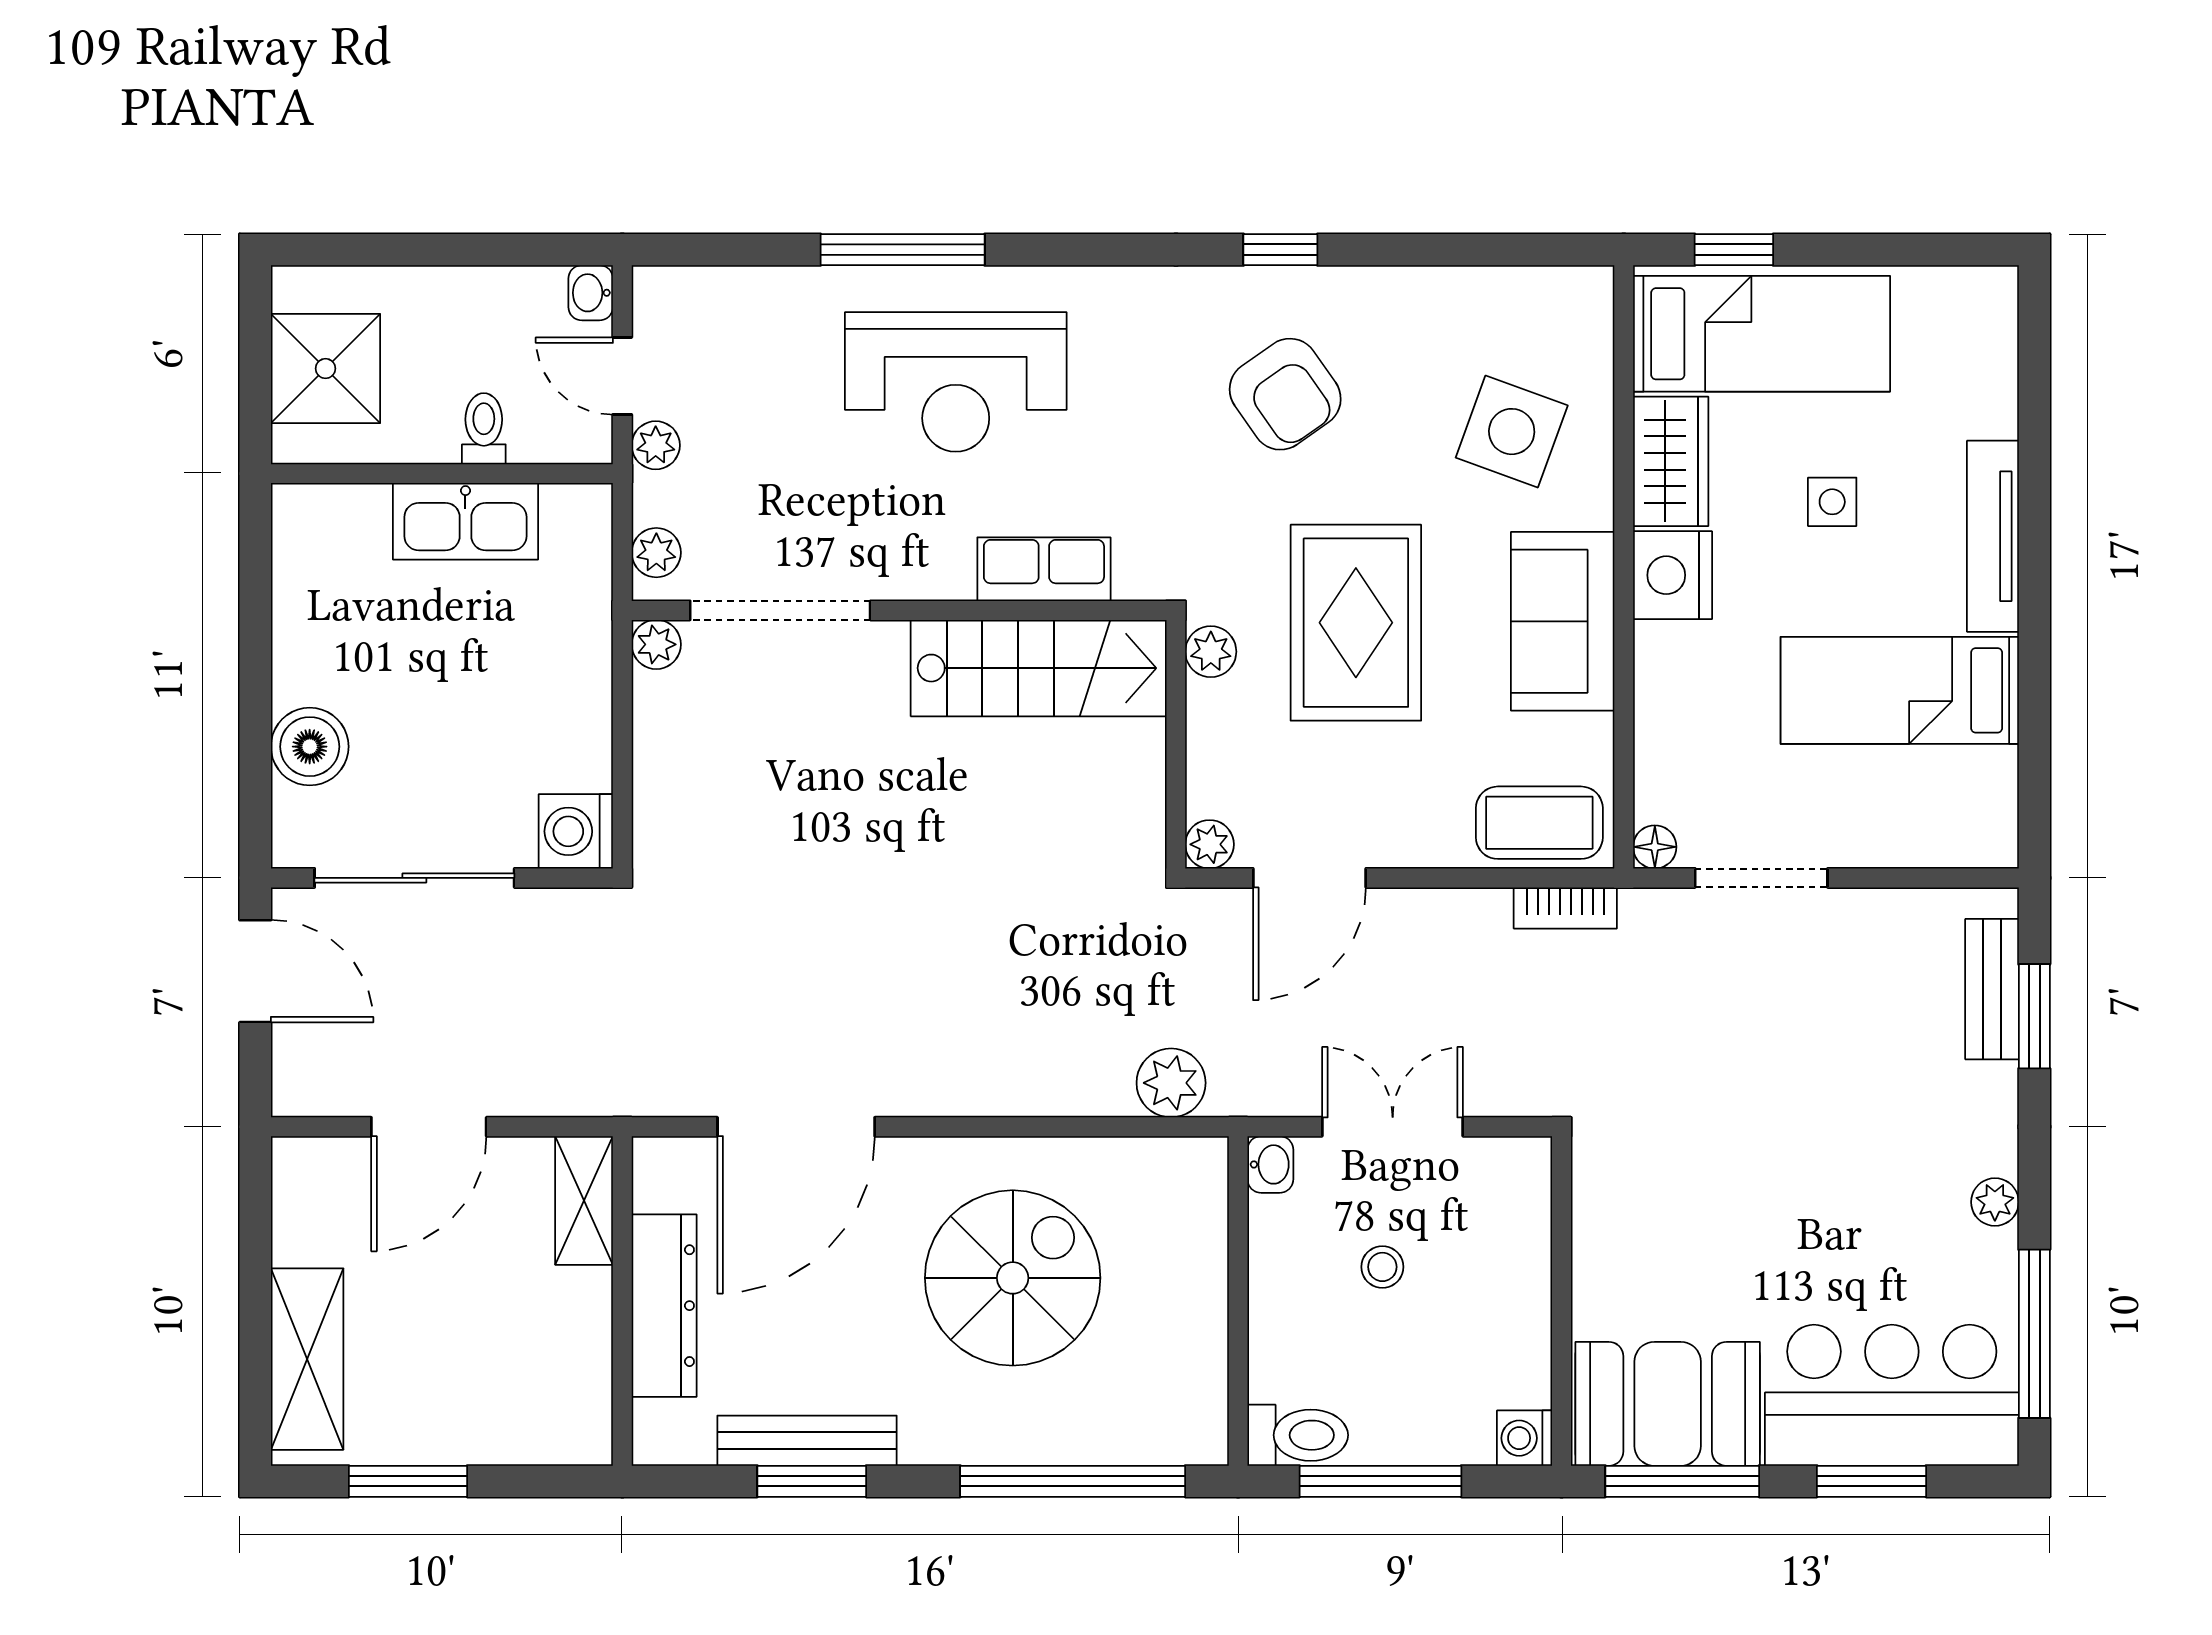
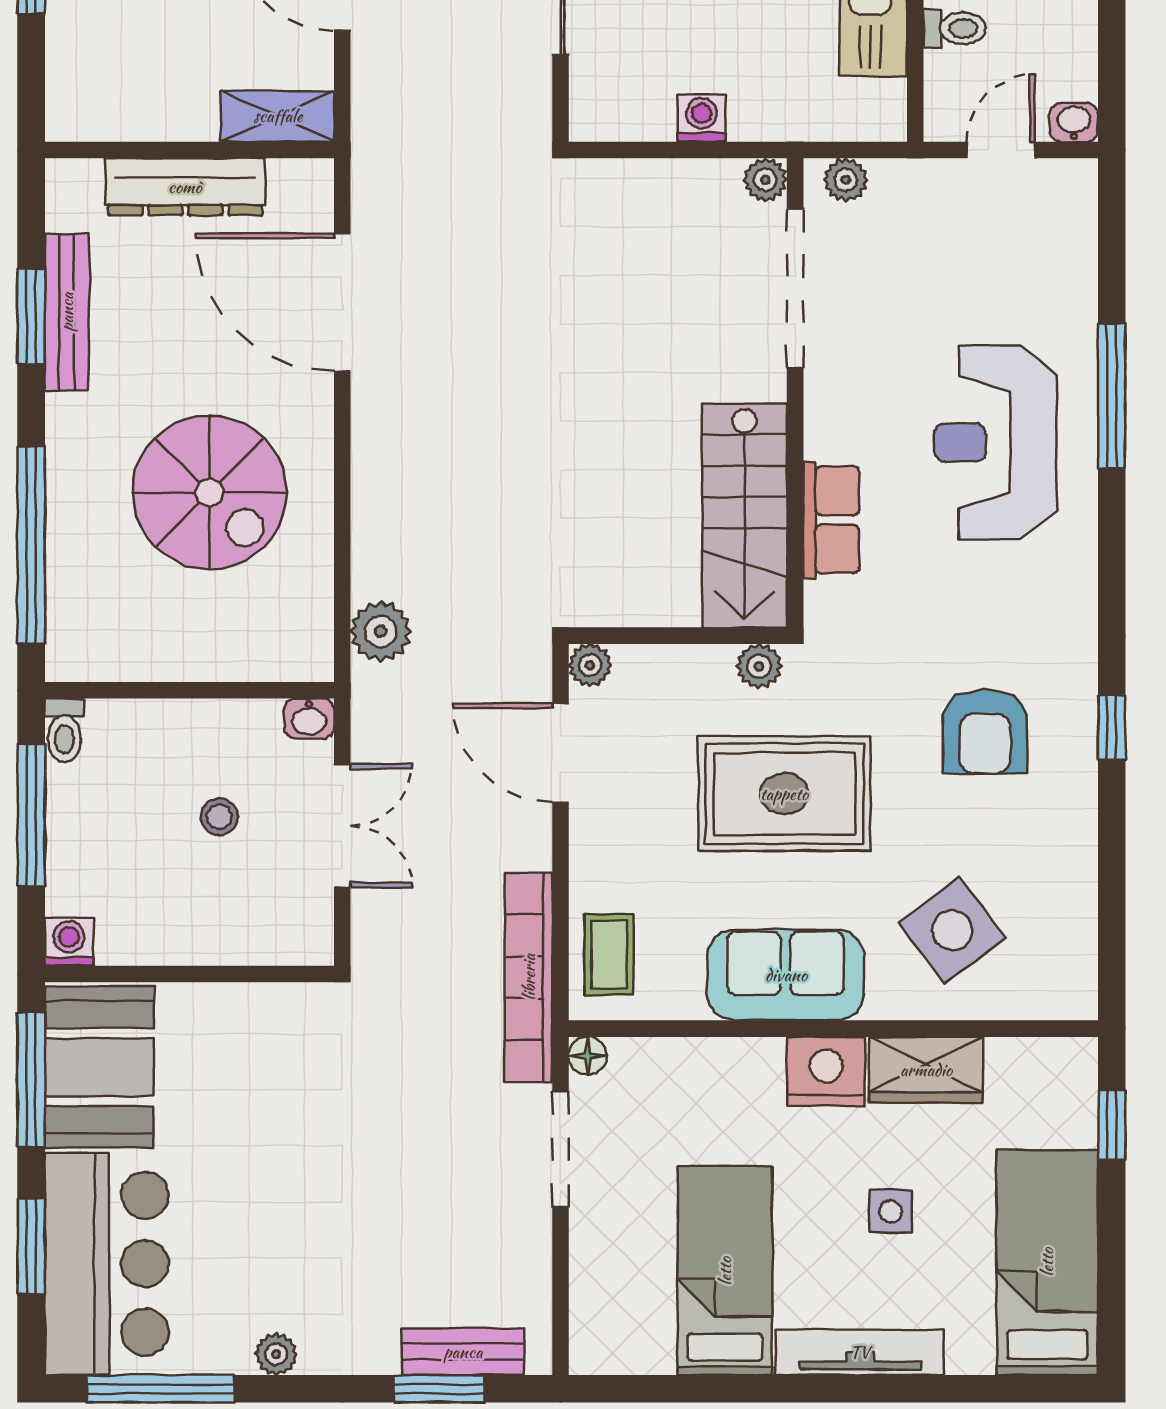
bed: (1762, 334) -> (1047, 1262), moved, turned 180
armchair: (1285, 394) -> (985, 731), turned -55
side table: (1512, 432) -> (952, 930), turned 33
plant: (656, 445) -> (940, 179), removed
coffee table: (1539, 823) -> (609, 955), width x0.73, depth x0.77
washing machine: (576, 831) -> (702, 118), moved, width x0.73, depth x0.73
bookcase: (1565, 908) -> (529, 977), width x2.31, depth x1.31
toilet: (1298, 1435) -> (64, 730), width x0.73, depth x0.72

